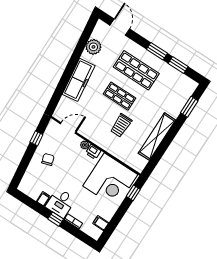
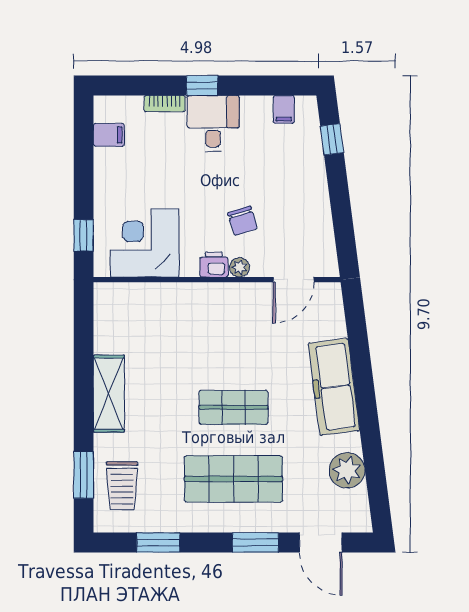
window: (157, 51) -> (255, 542), moved
trolley: (121, 125) -> (122, 486), moved, turned 180
shelving: (157, 137) -> (109, 394), width x0.68
window: (36, 138) -> (332, 139), moved
chair: (48, 159) -> (243, 221), moved
corner desk: (110, 180) -> (145, 243), width x0.74, depth x0.74
filing cabinet: (43, 199) -> (284, 109), moved

